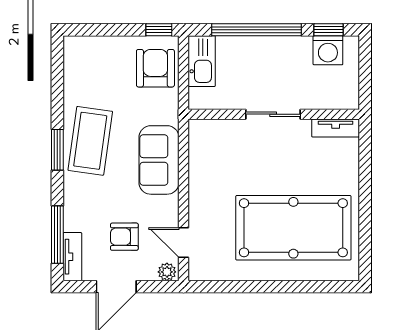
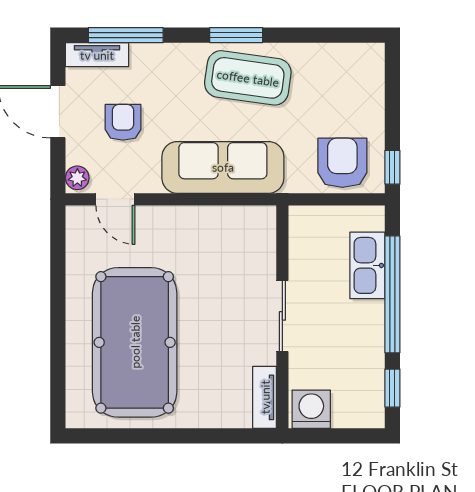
washing machine: (328, 50) -> (311, 409), moved, turned 90
kitchen sink: (202, 61) -> (367, 265), moved, turned 90
armchair: (155, 68) -> (342, 163), turned -90
sofa: (159, 160) -> (223, 167), width x1.36
door: (183, 242) -> (115, 199), swing flipped

